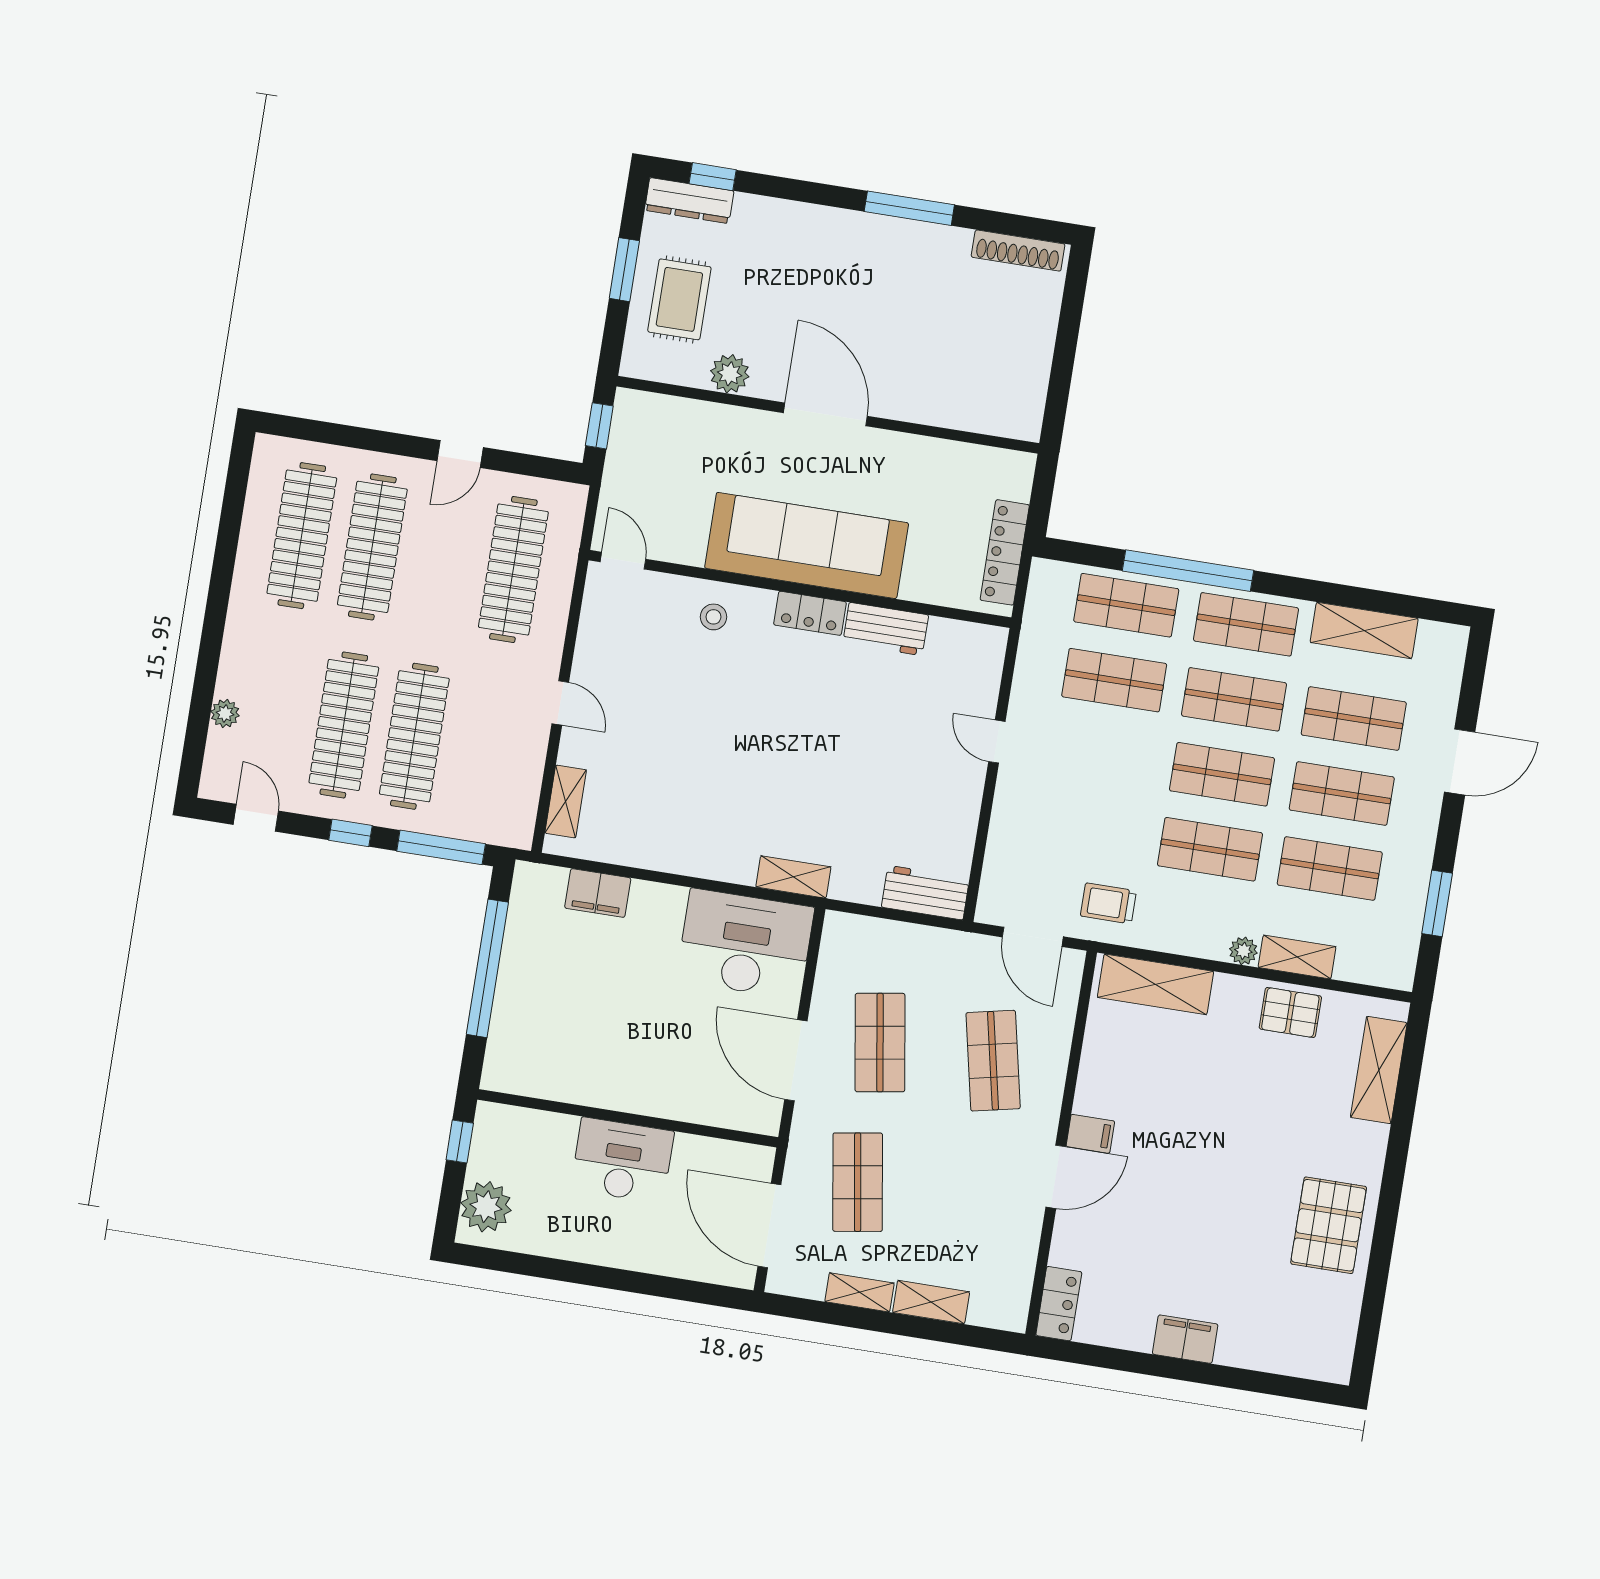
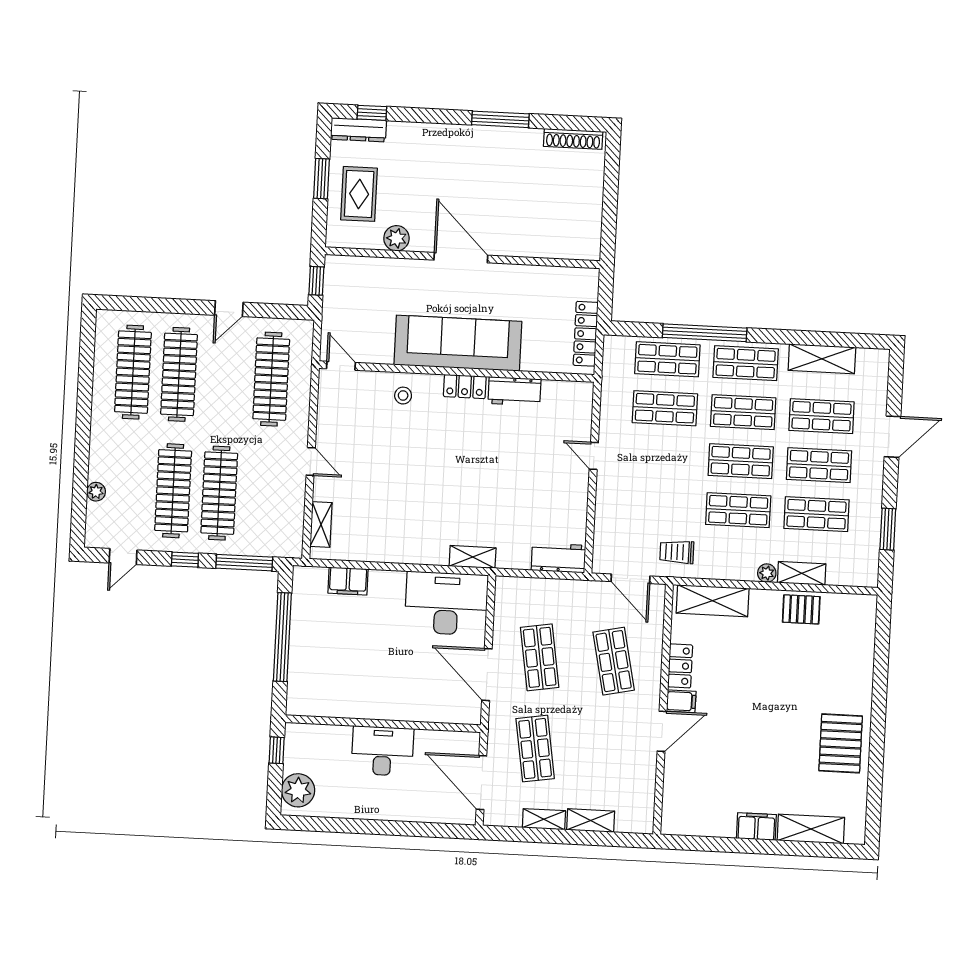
door: (256, 818) -> (123, 557), swing flipped
shelving: (1379, 1070) -> (811, 829), moved, turned 90
locker: (1059, 1304) -> (680, 666), moved

